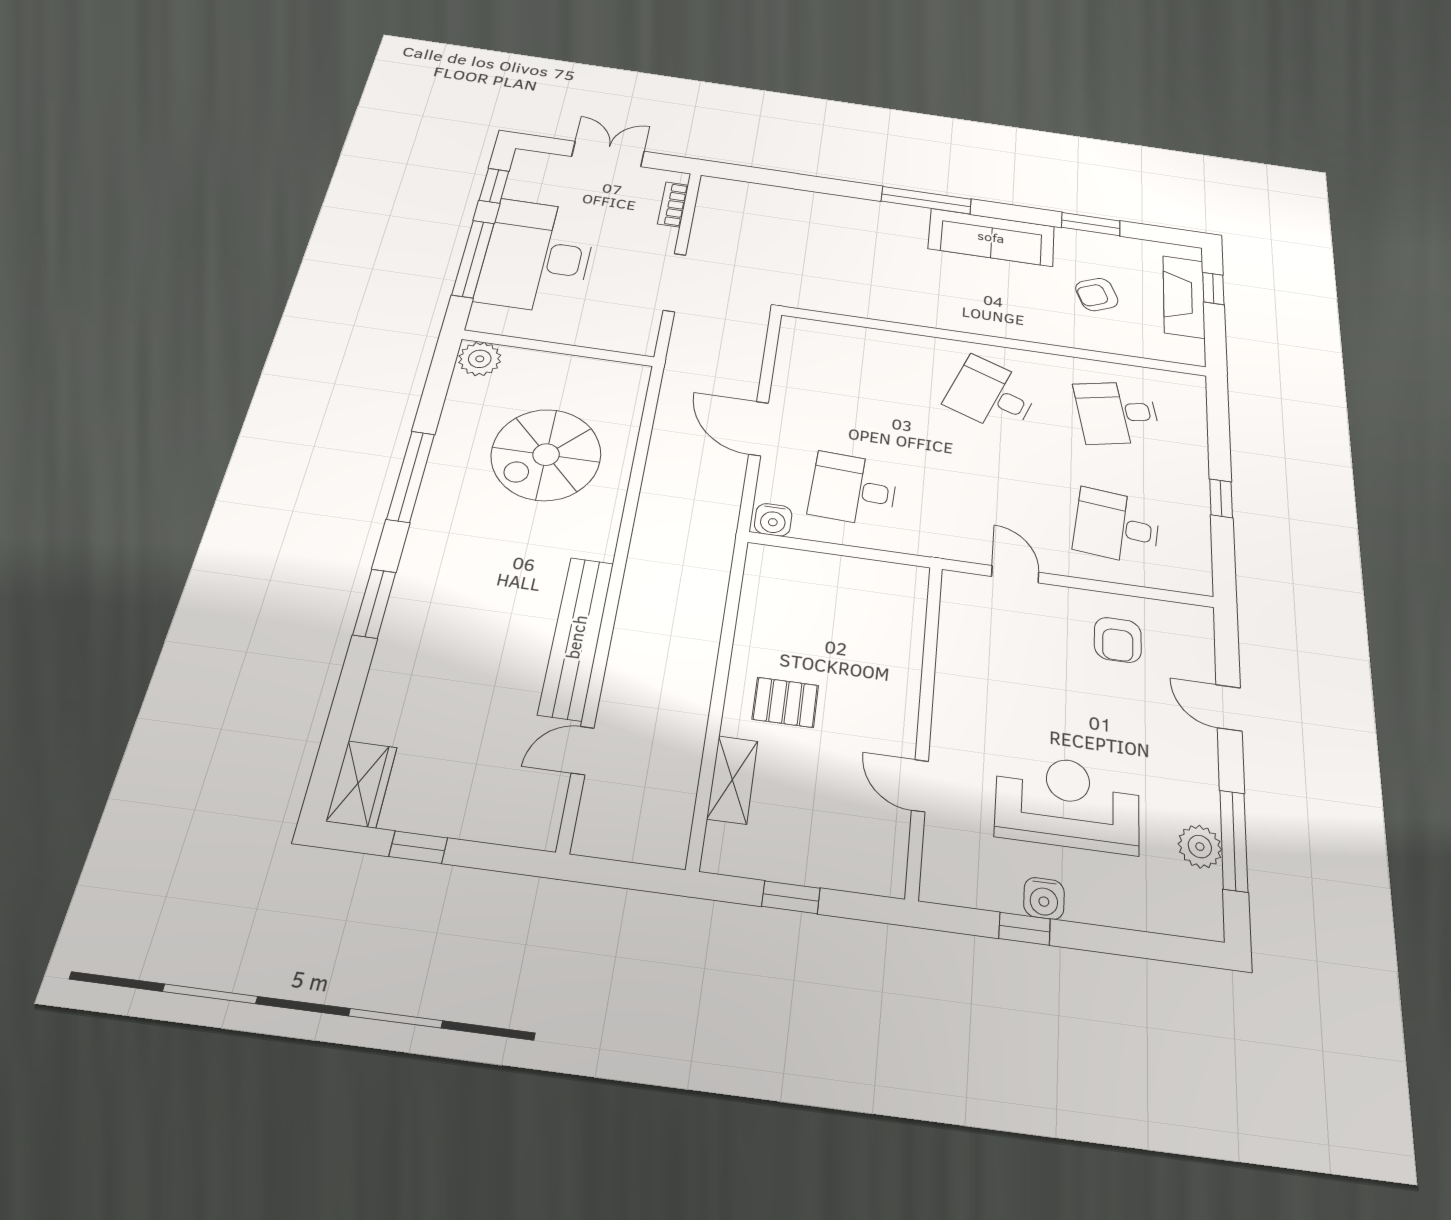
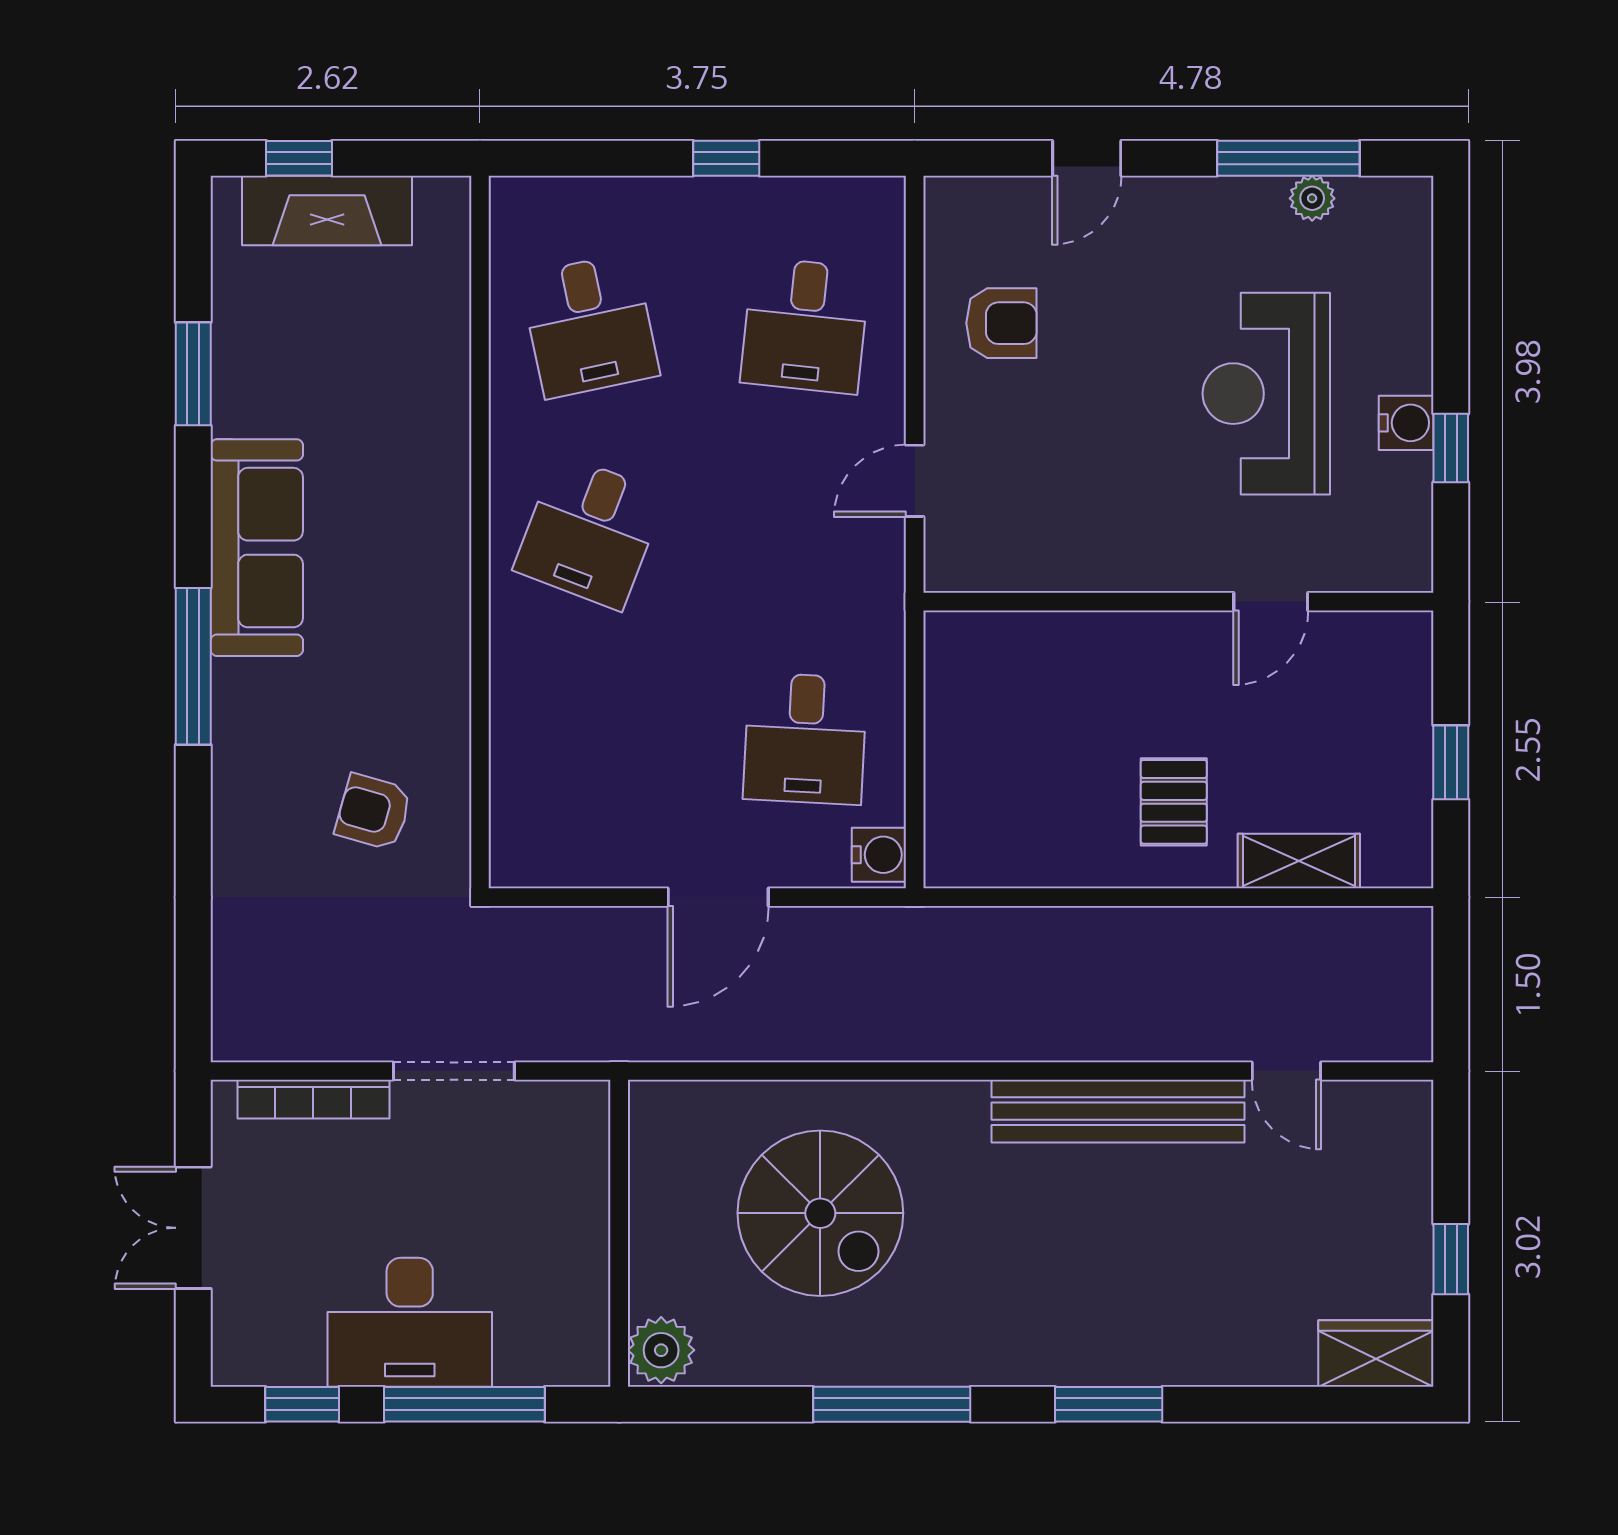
bookcase: (673, 204) -> (313, 1099), width x1.56
desk: (537, 256) -> (410, 1322), width x0.73, depth x0.77
armchair: (1097, 294) -> (373, 812), moved, turned 129
plant: (1200, 847) -> (1312, 198), width x0.73, depth x0.73

